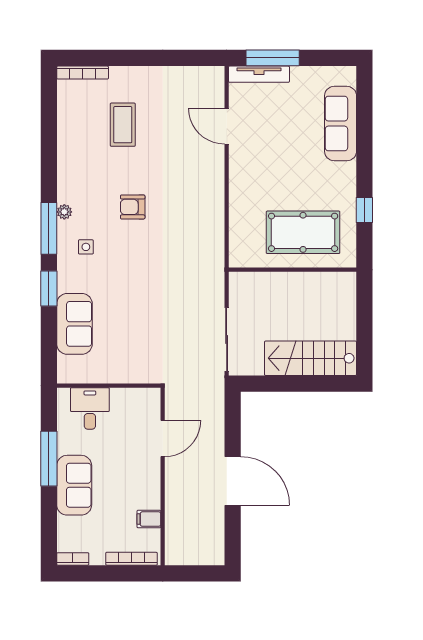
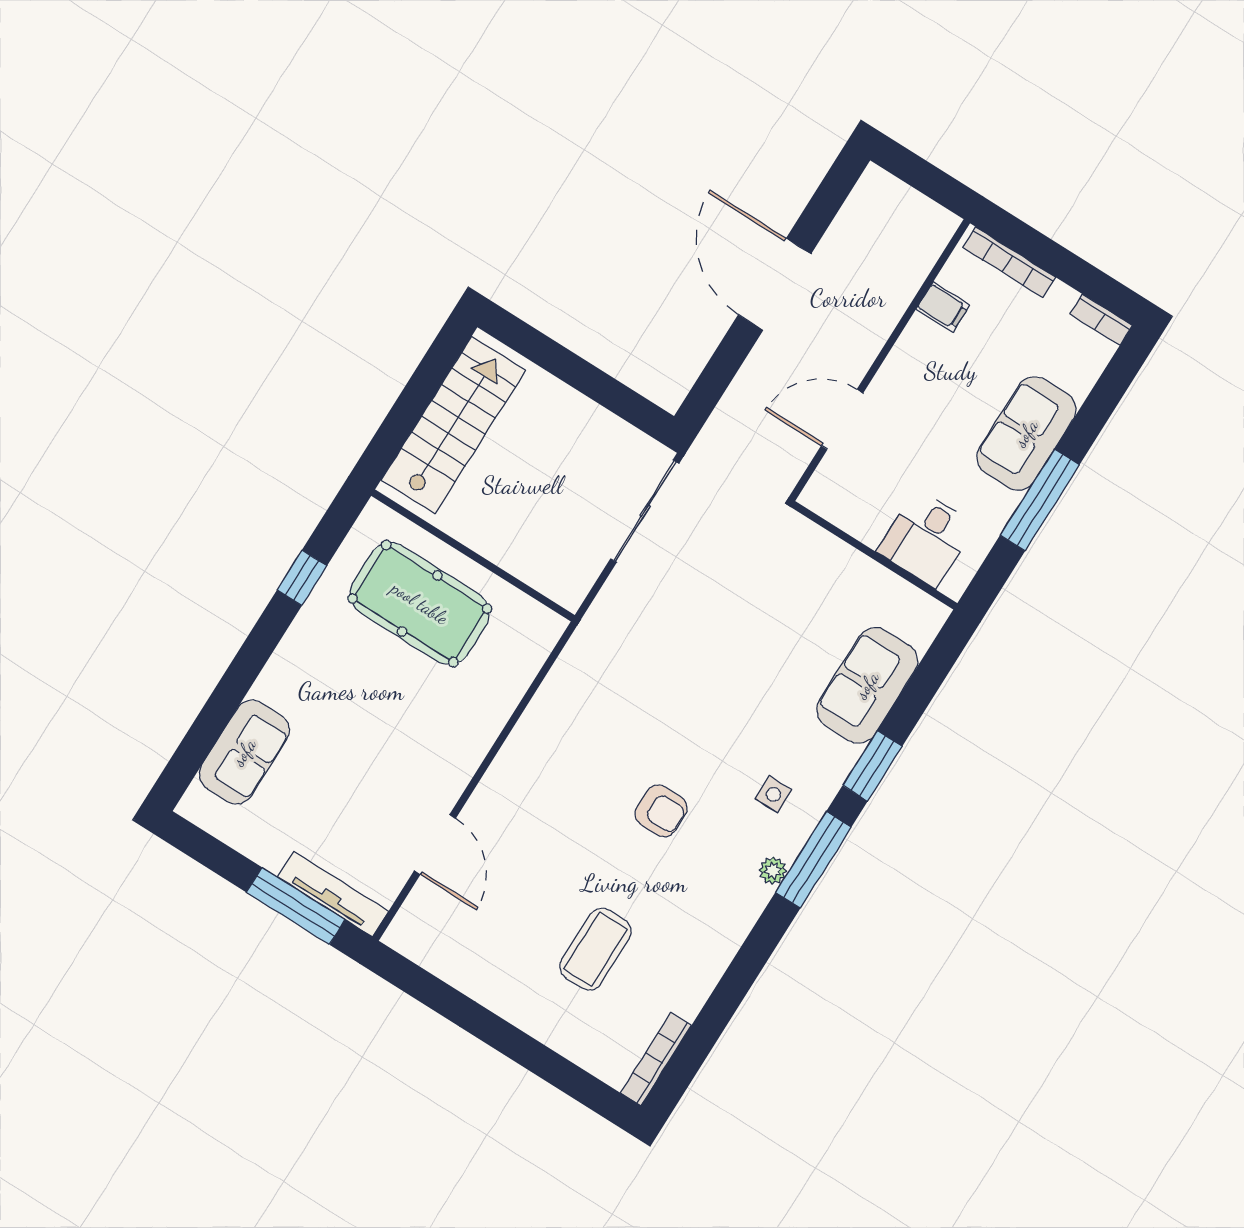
bookcase: (83, 73) -> (656, 1059), moved, turned -90
sofa: (341, 124) -> (244, 752), width x0.73
stairs: (310, 358) -> (453, 425), moved, turned -90

